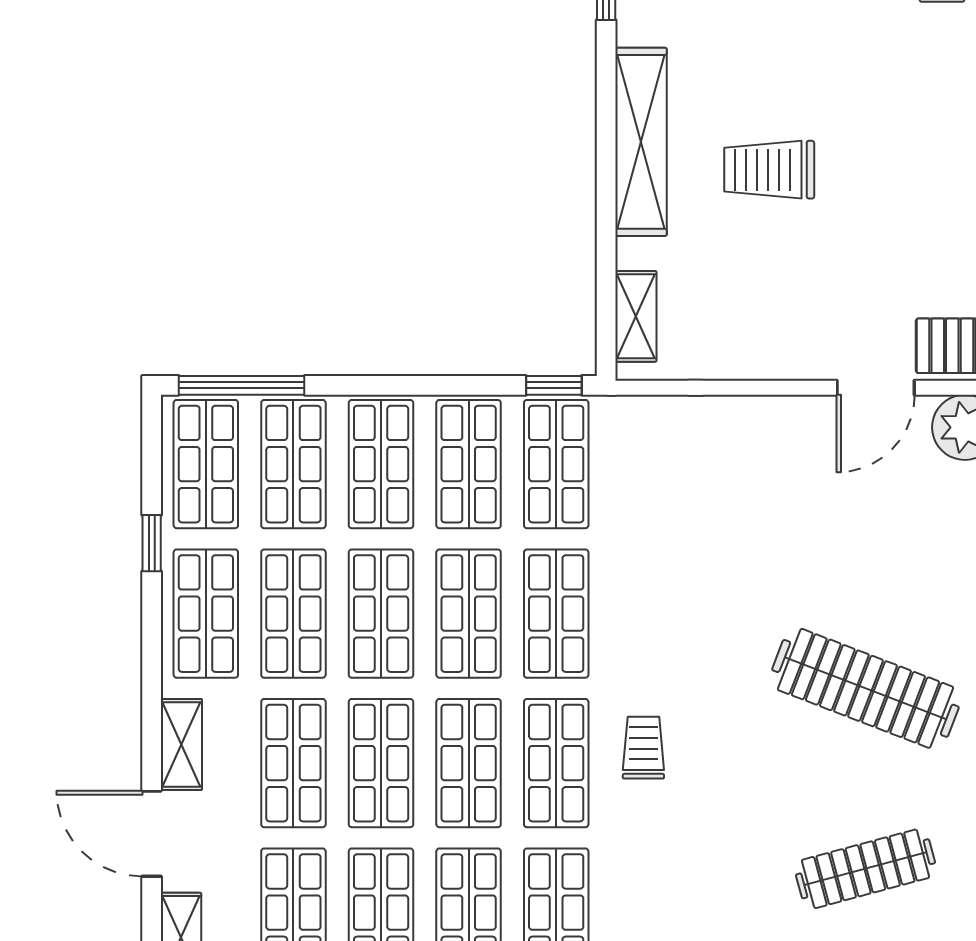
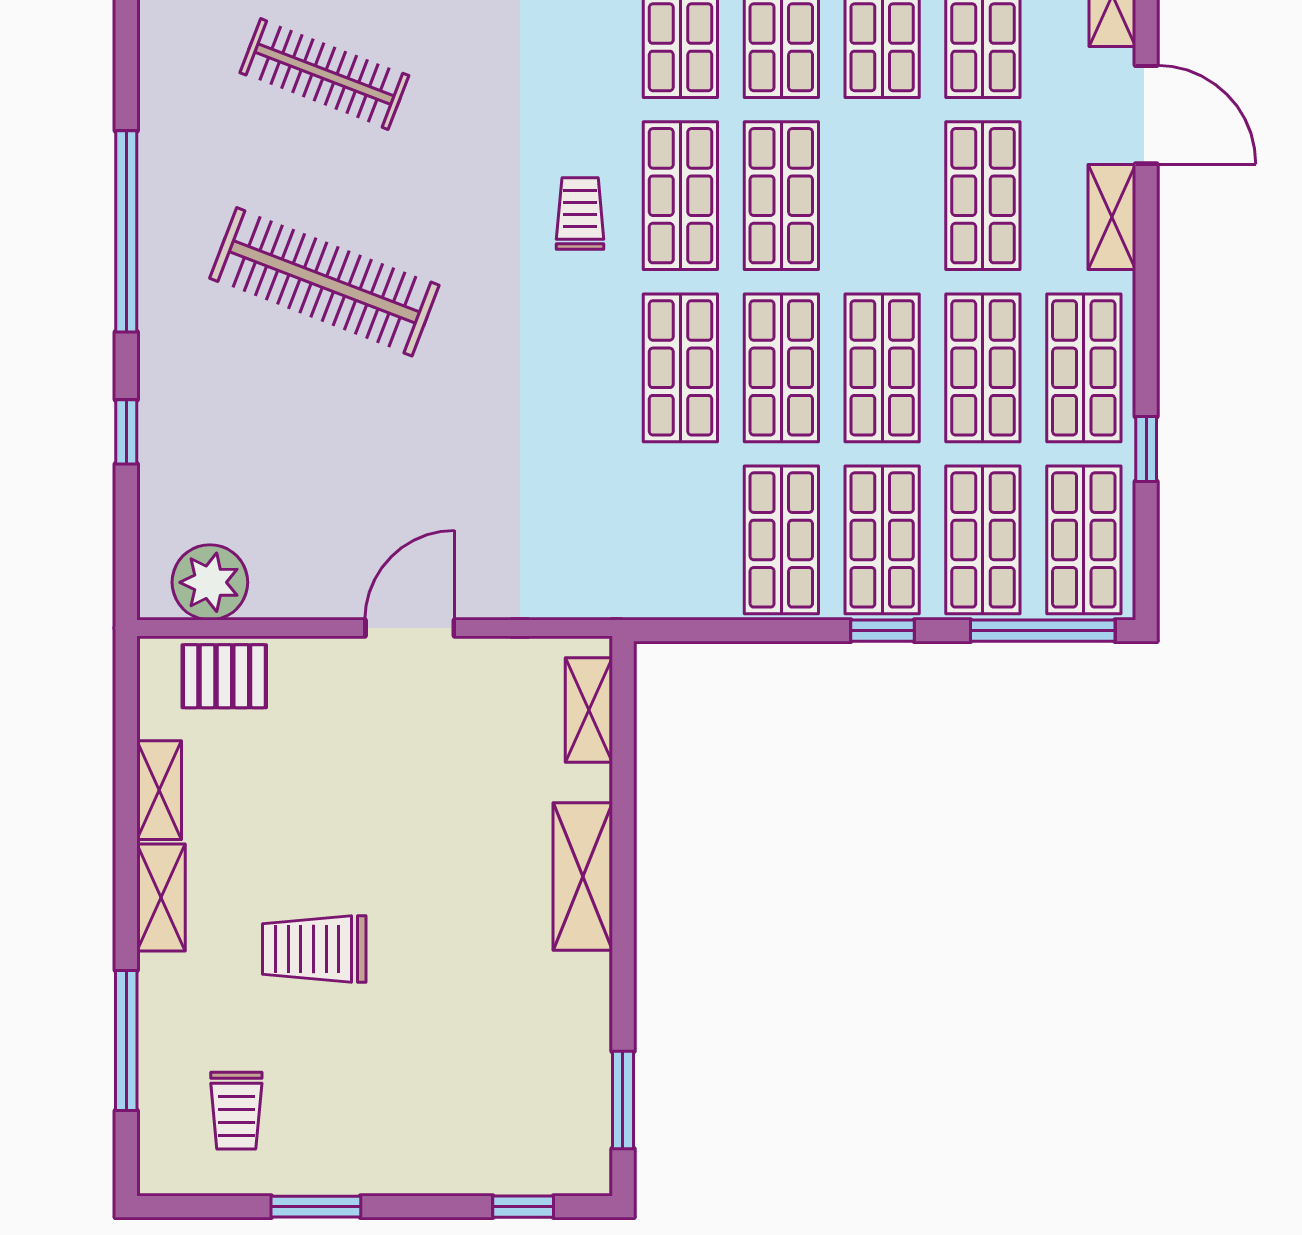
shelving: (641, 142) -> (583, 876), width x0.68
trolley: (769, 170) -> (314, 949), moved, turned 180
window: (554, 385) -> (883, 631), moved
door: (876, 388) -> (410, 628), moved
shop shelf: (556, 464) -> (680, 540), removed
trolley: (643, 748) -> (580, 214), turned 180
shop shelf: (381, 763) -> (882, 196), removed
clothes rail: (865, 869) -> (324, 74), turned 36

